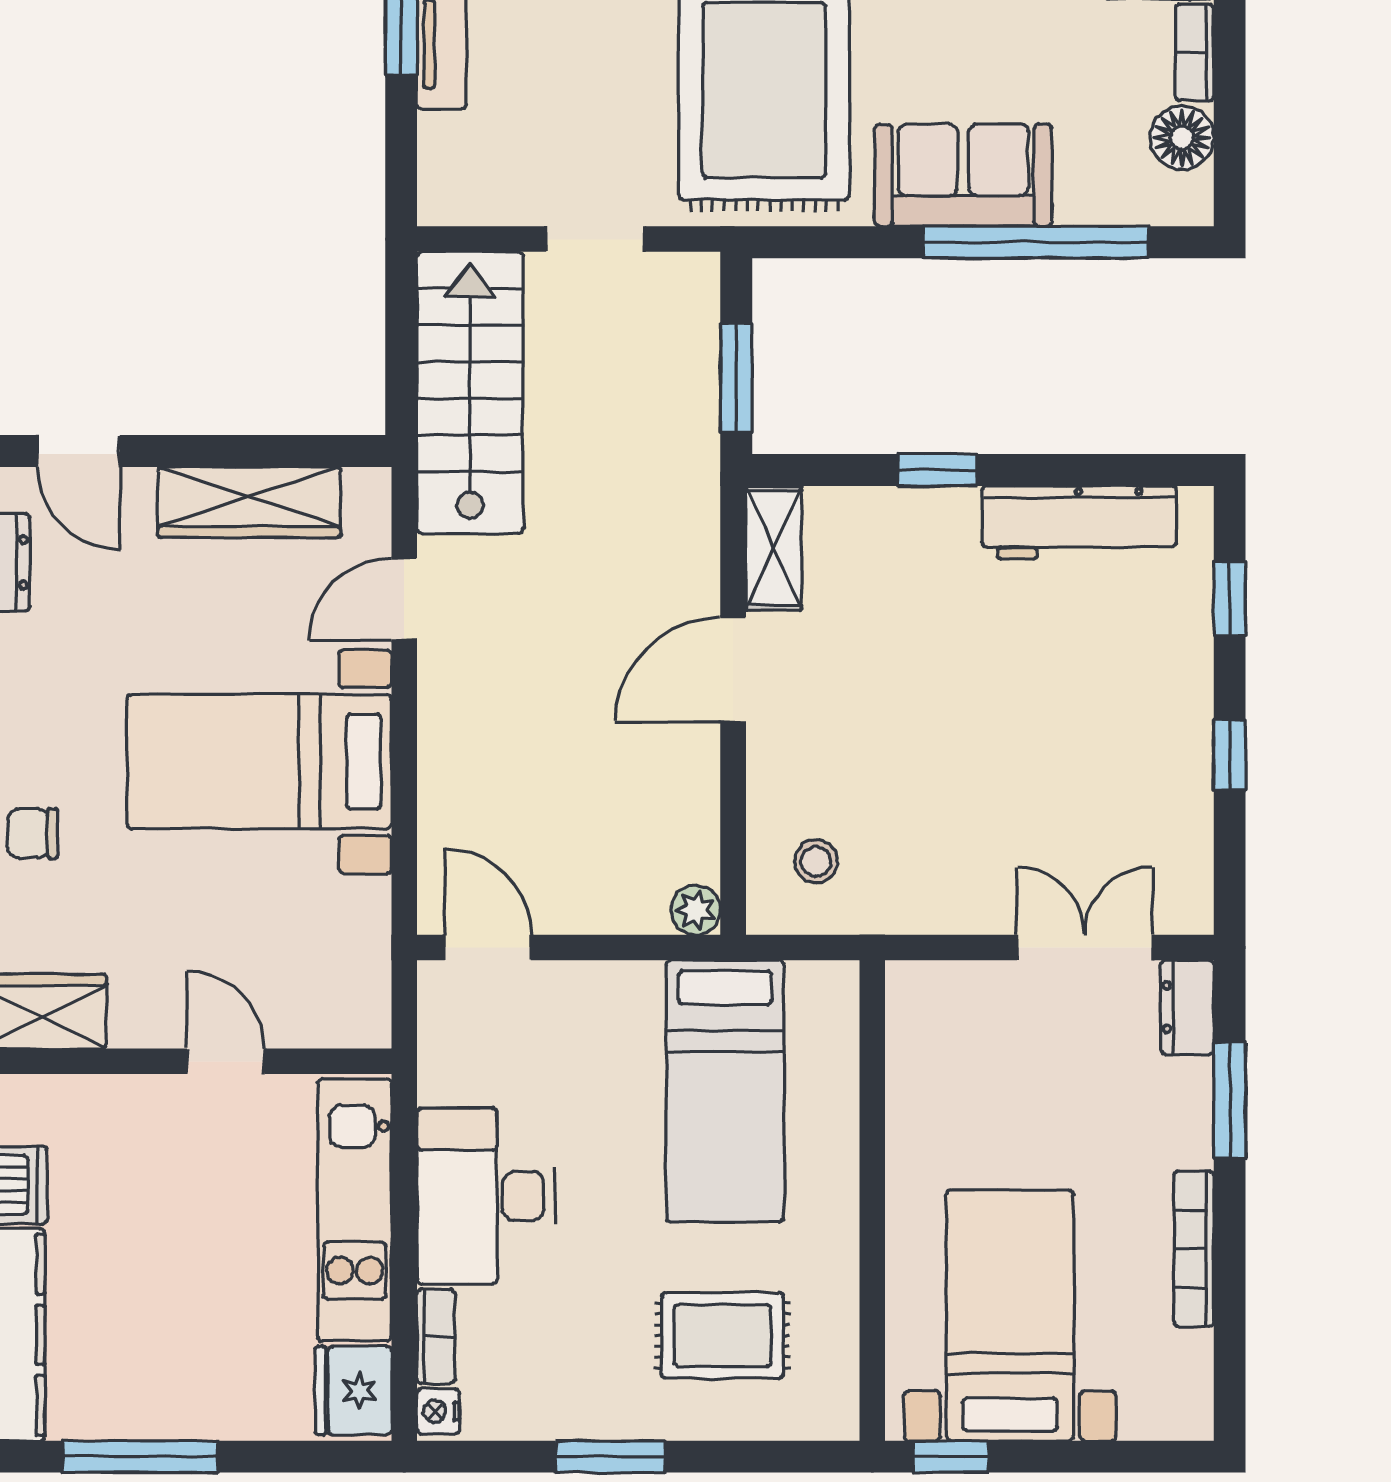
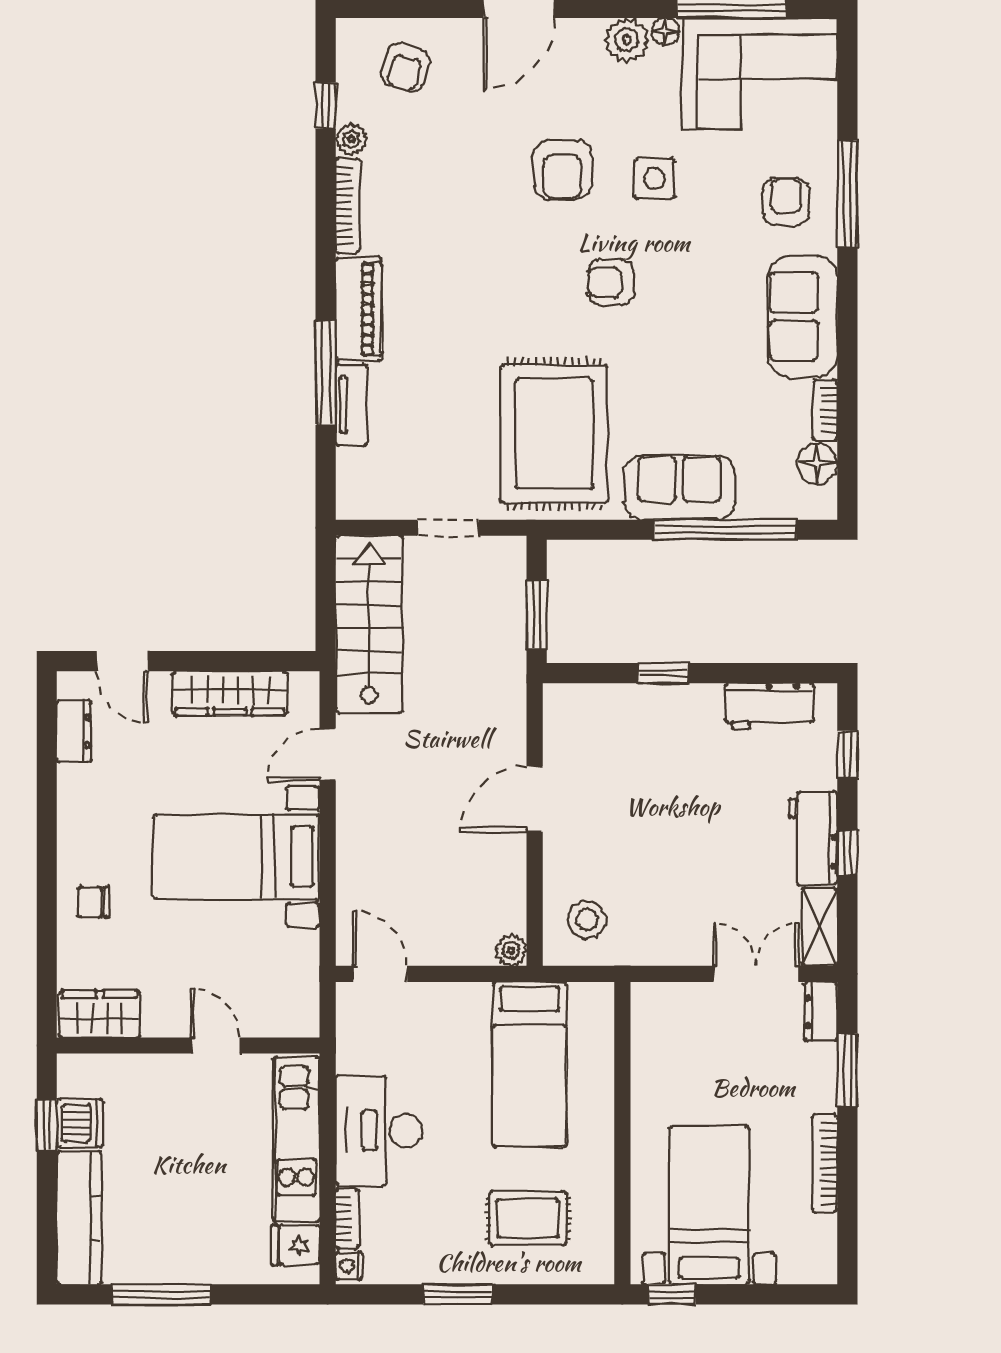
workbench: (1079, 522) -> (769, 706), width x0.73
shelving: (774, 548) -> (820, 927), moved
workbench: (1176, 732) -> (813, 838), added
stool: (816, 861) -> (587, 920), width x1.37, depth x1.37
fridge: (353, 1391) -> (296, 1245), width x0.72

